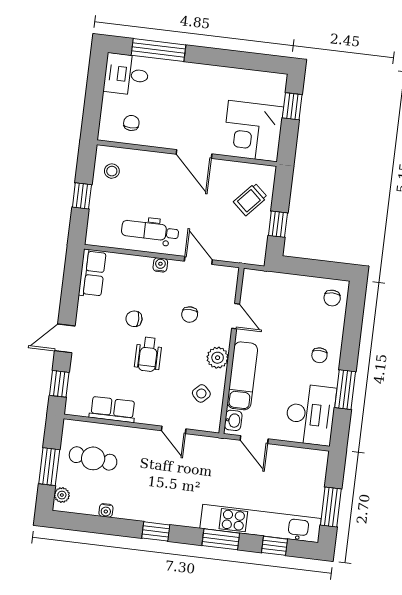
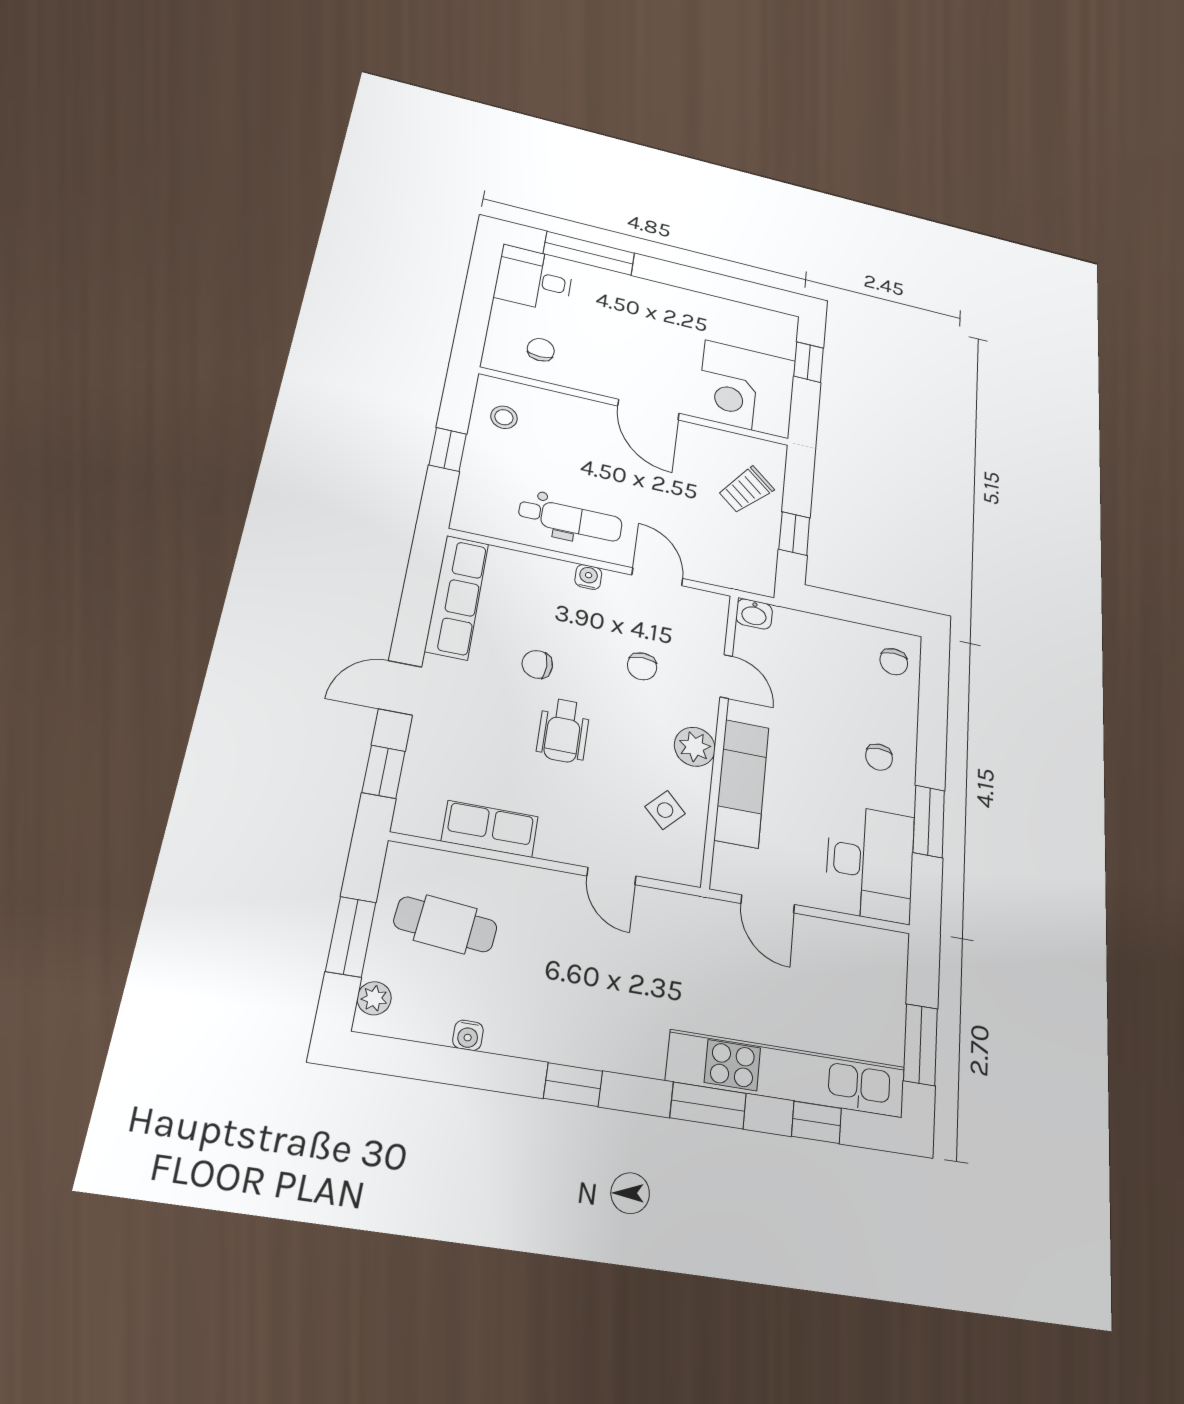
dental chair: (150, 231) -> (570, 519), turned 180
row of seats: (92, 273) -> (457, 597), width x1.48
washbasin: (233, 420) -> (754, 614), moved, turned 90

